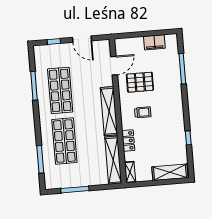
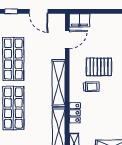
filing cabinet: (154, 42) -> (80, 20), moved
pallet: (140, 82) -> (99, 67), moved

